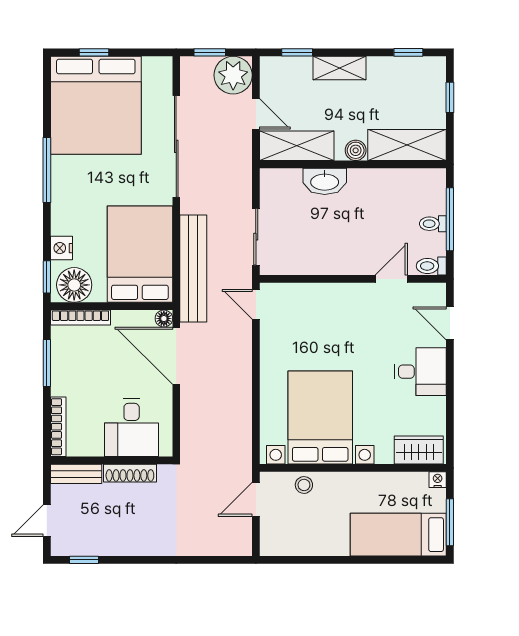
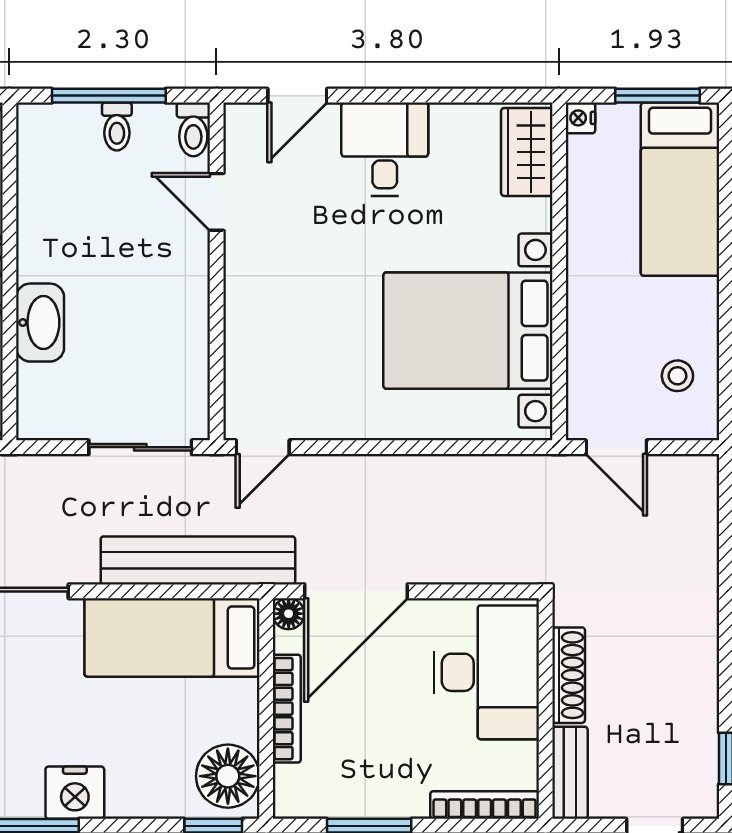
nightstand: (62, 248) -> (75, 793), moved, width x1.36, depth x1.33
bed: (140, 254) -> (172, 637), width x0.67
bookcase: (80, 318) -> (287, 709), moved
desk: (132, 428) -> (486, 672), width x1.37
stool: (304, 485) -> (677, 376), moved

